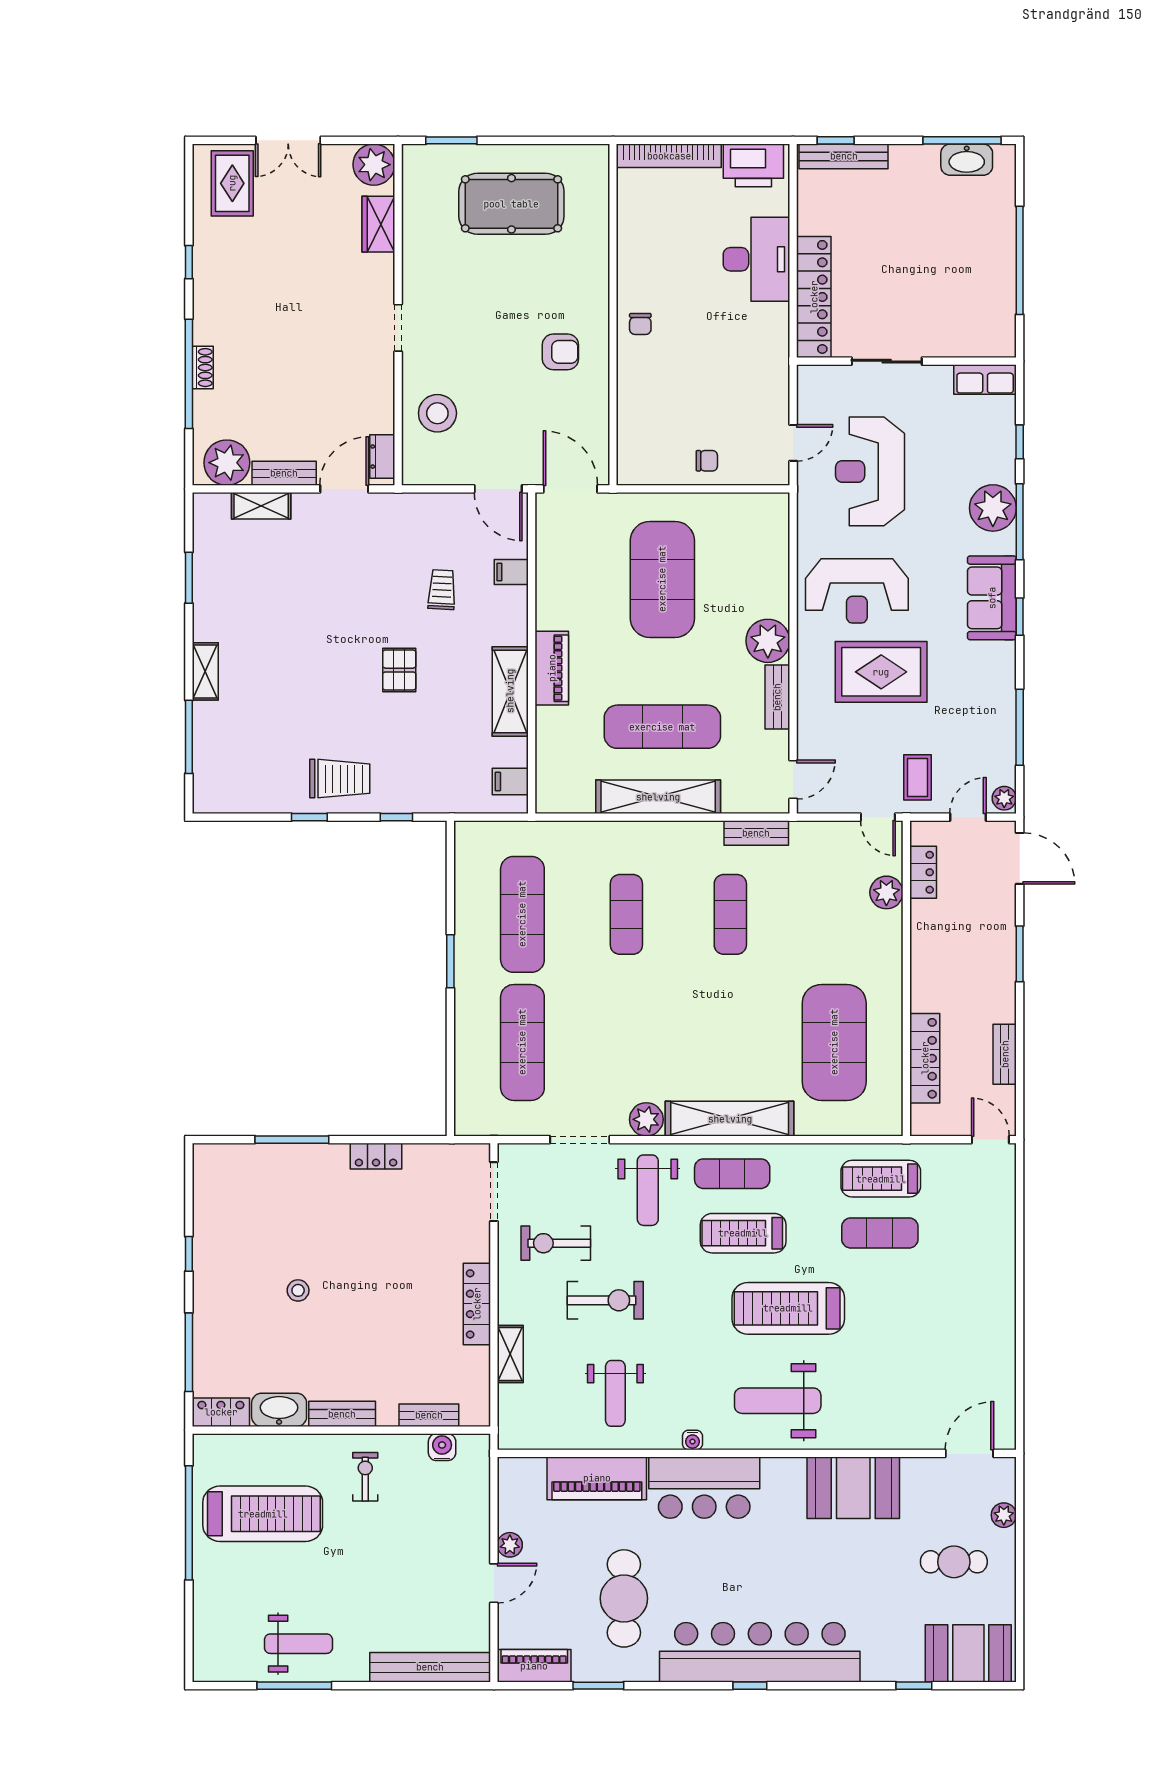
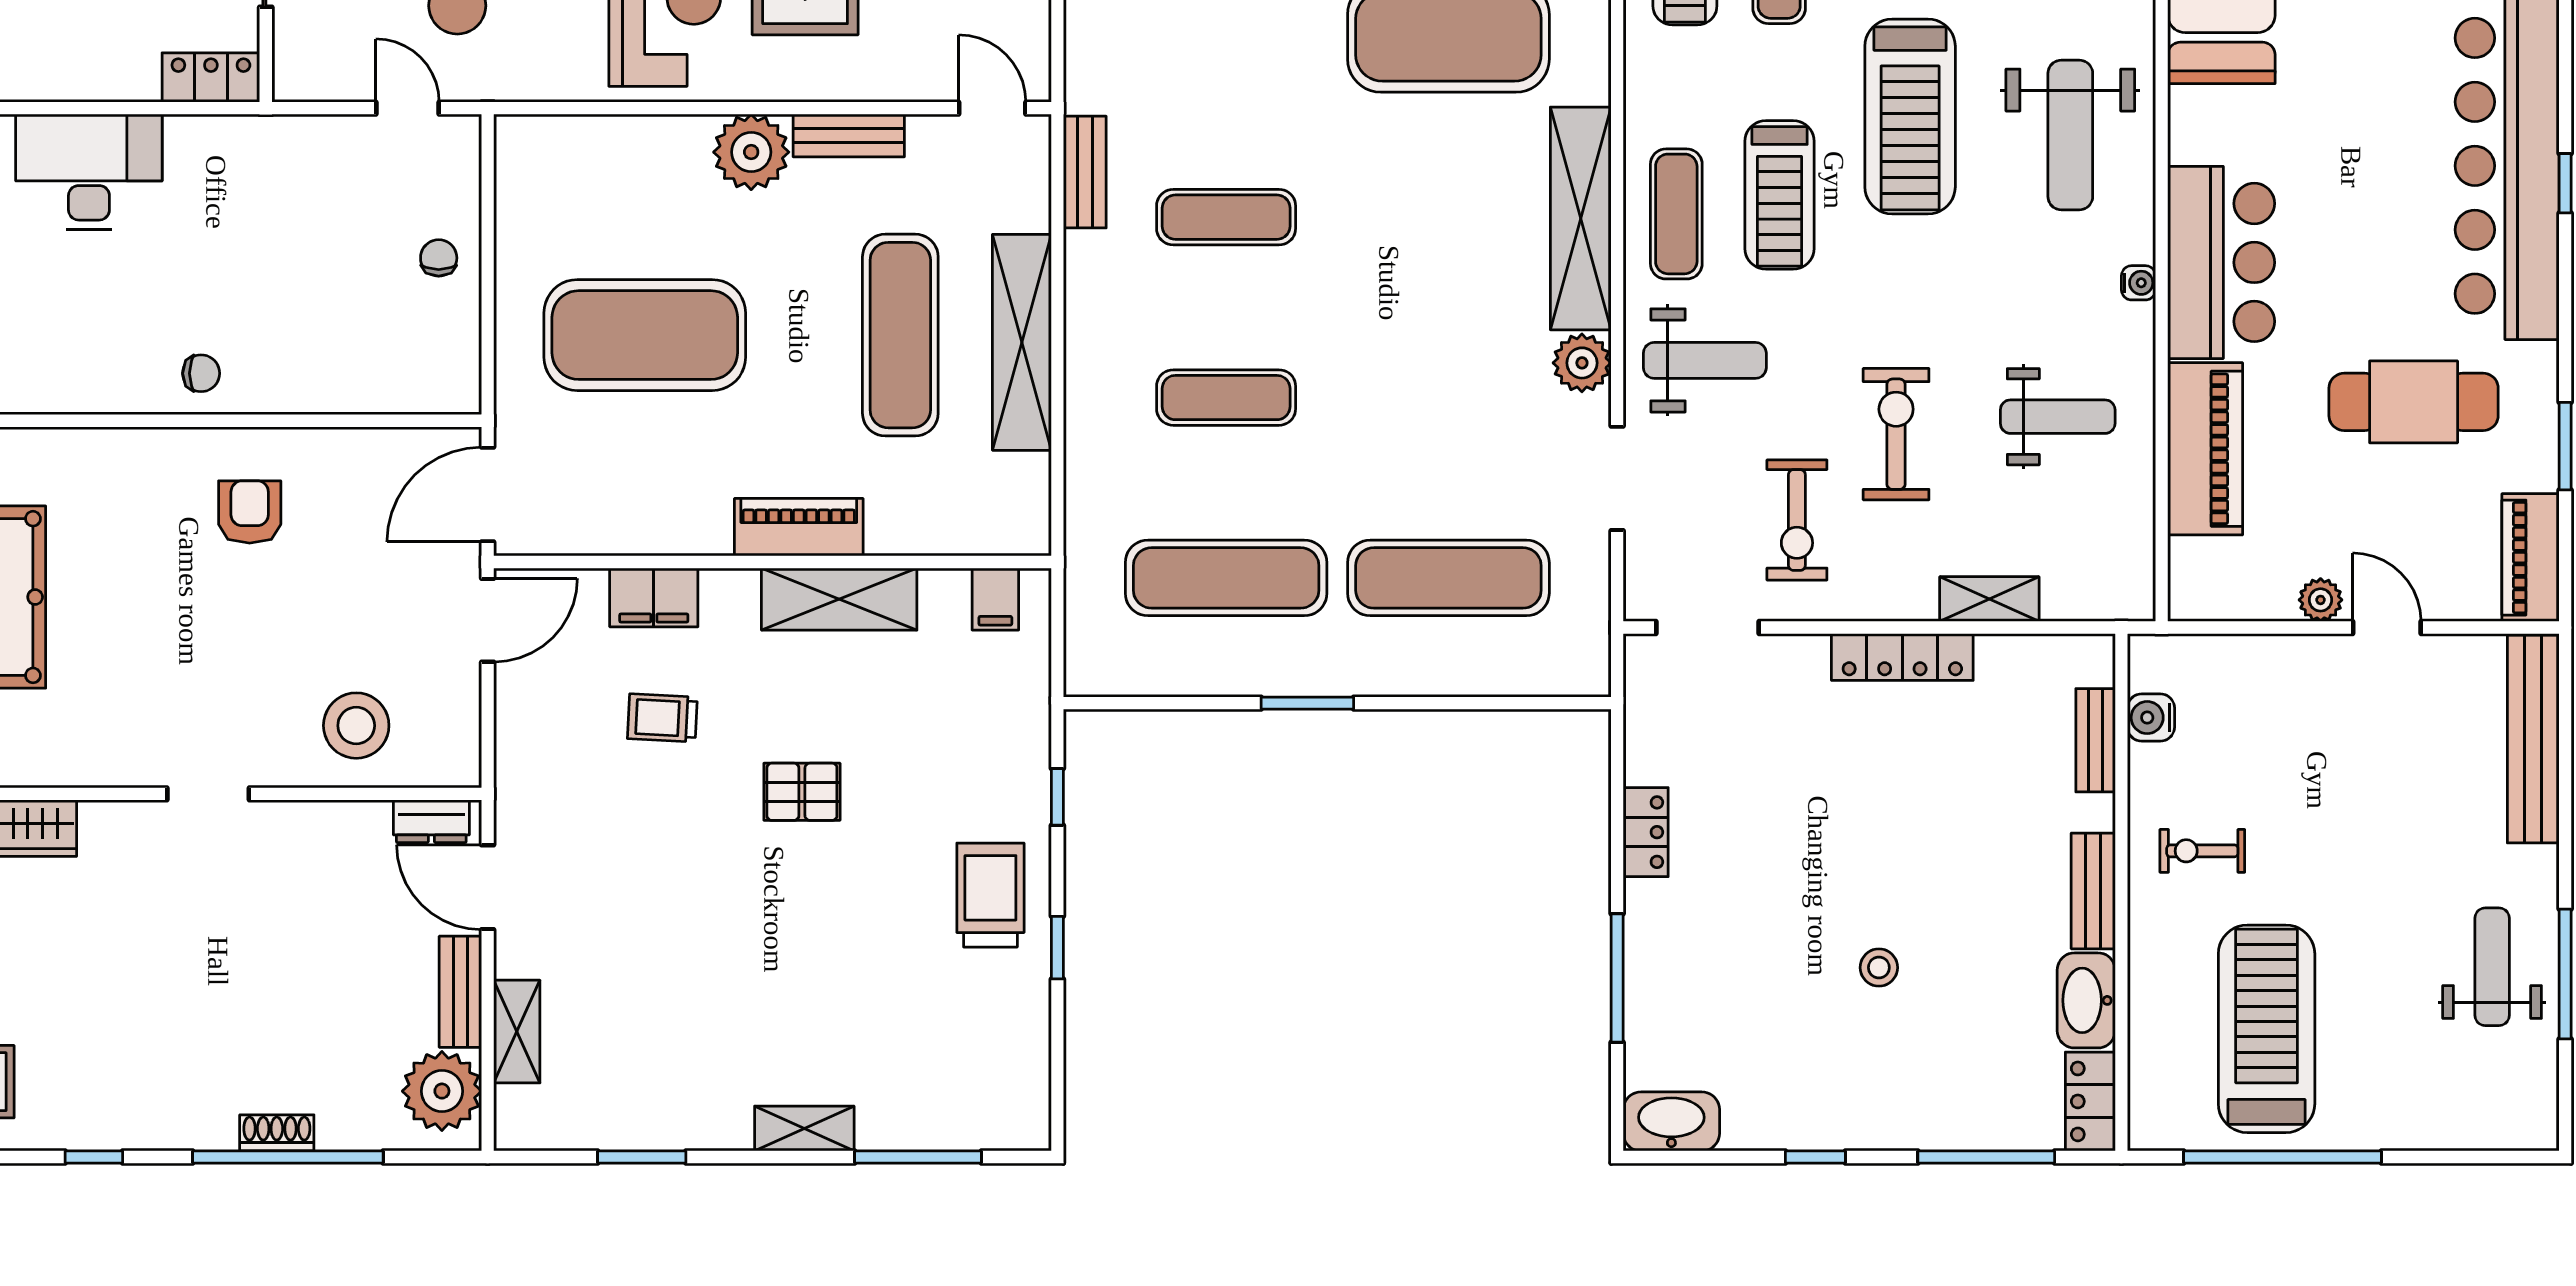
locker: (814, 297) -> (211, 77), width x0.46, depth x0.83
filing cabinet: (511, 572) -> (654, 597), width x2.00
washbasin: (209, 1171) -> (1671, 1121), added

